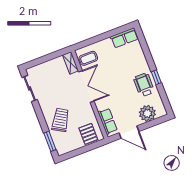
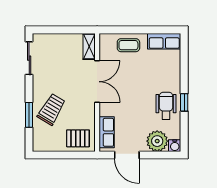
coffee table: (88, 58) -> (128, 45), moved
water cooler: (162, 112) -> (175, 146), added
pallet: (88, 134) -> (78, 138), turned 90
window: (50, 141) -> (29, 115), moved

